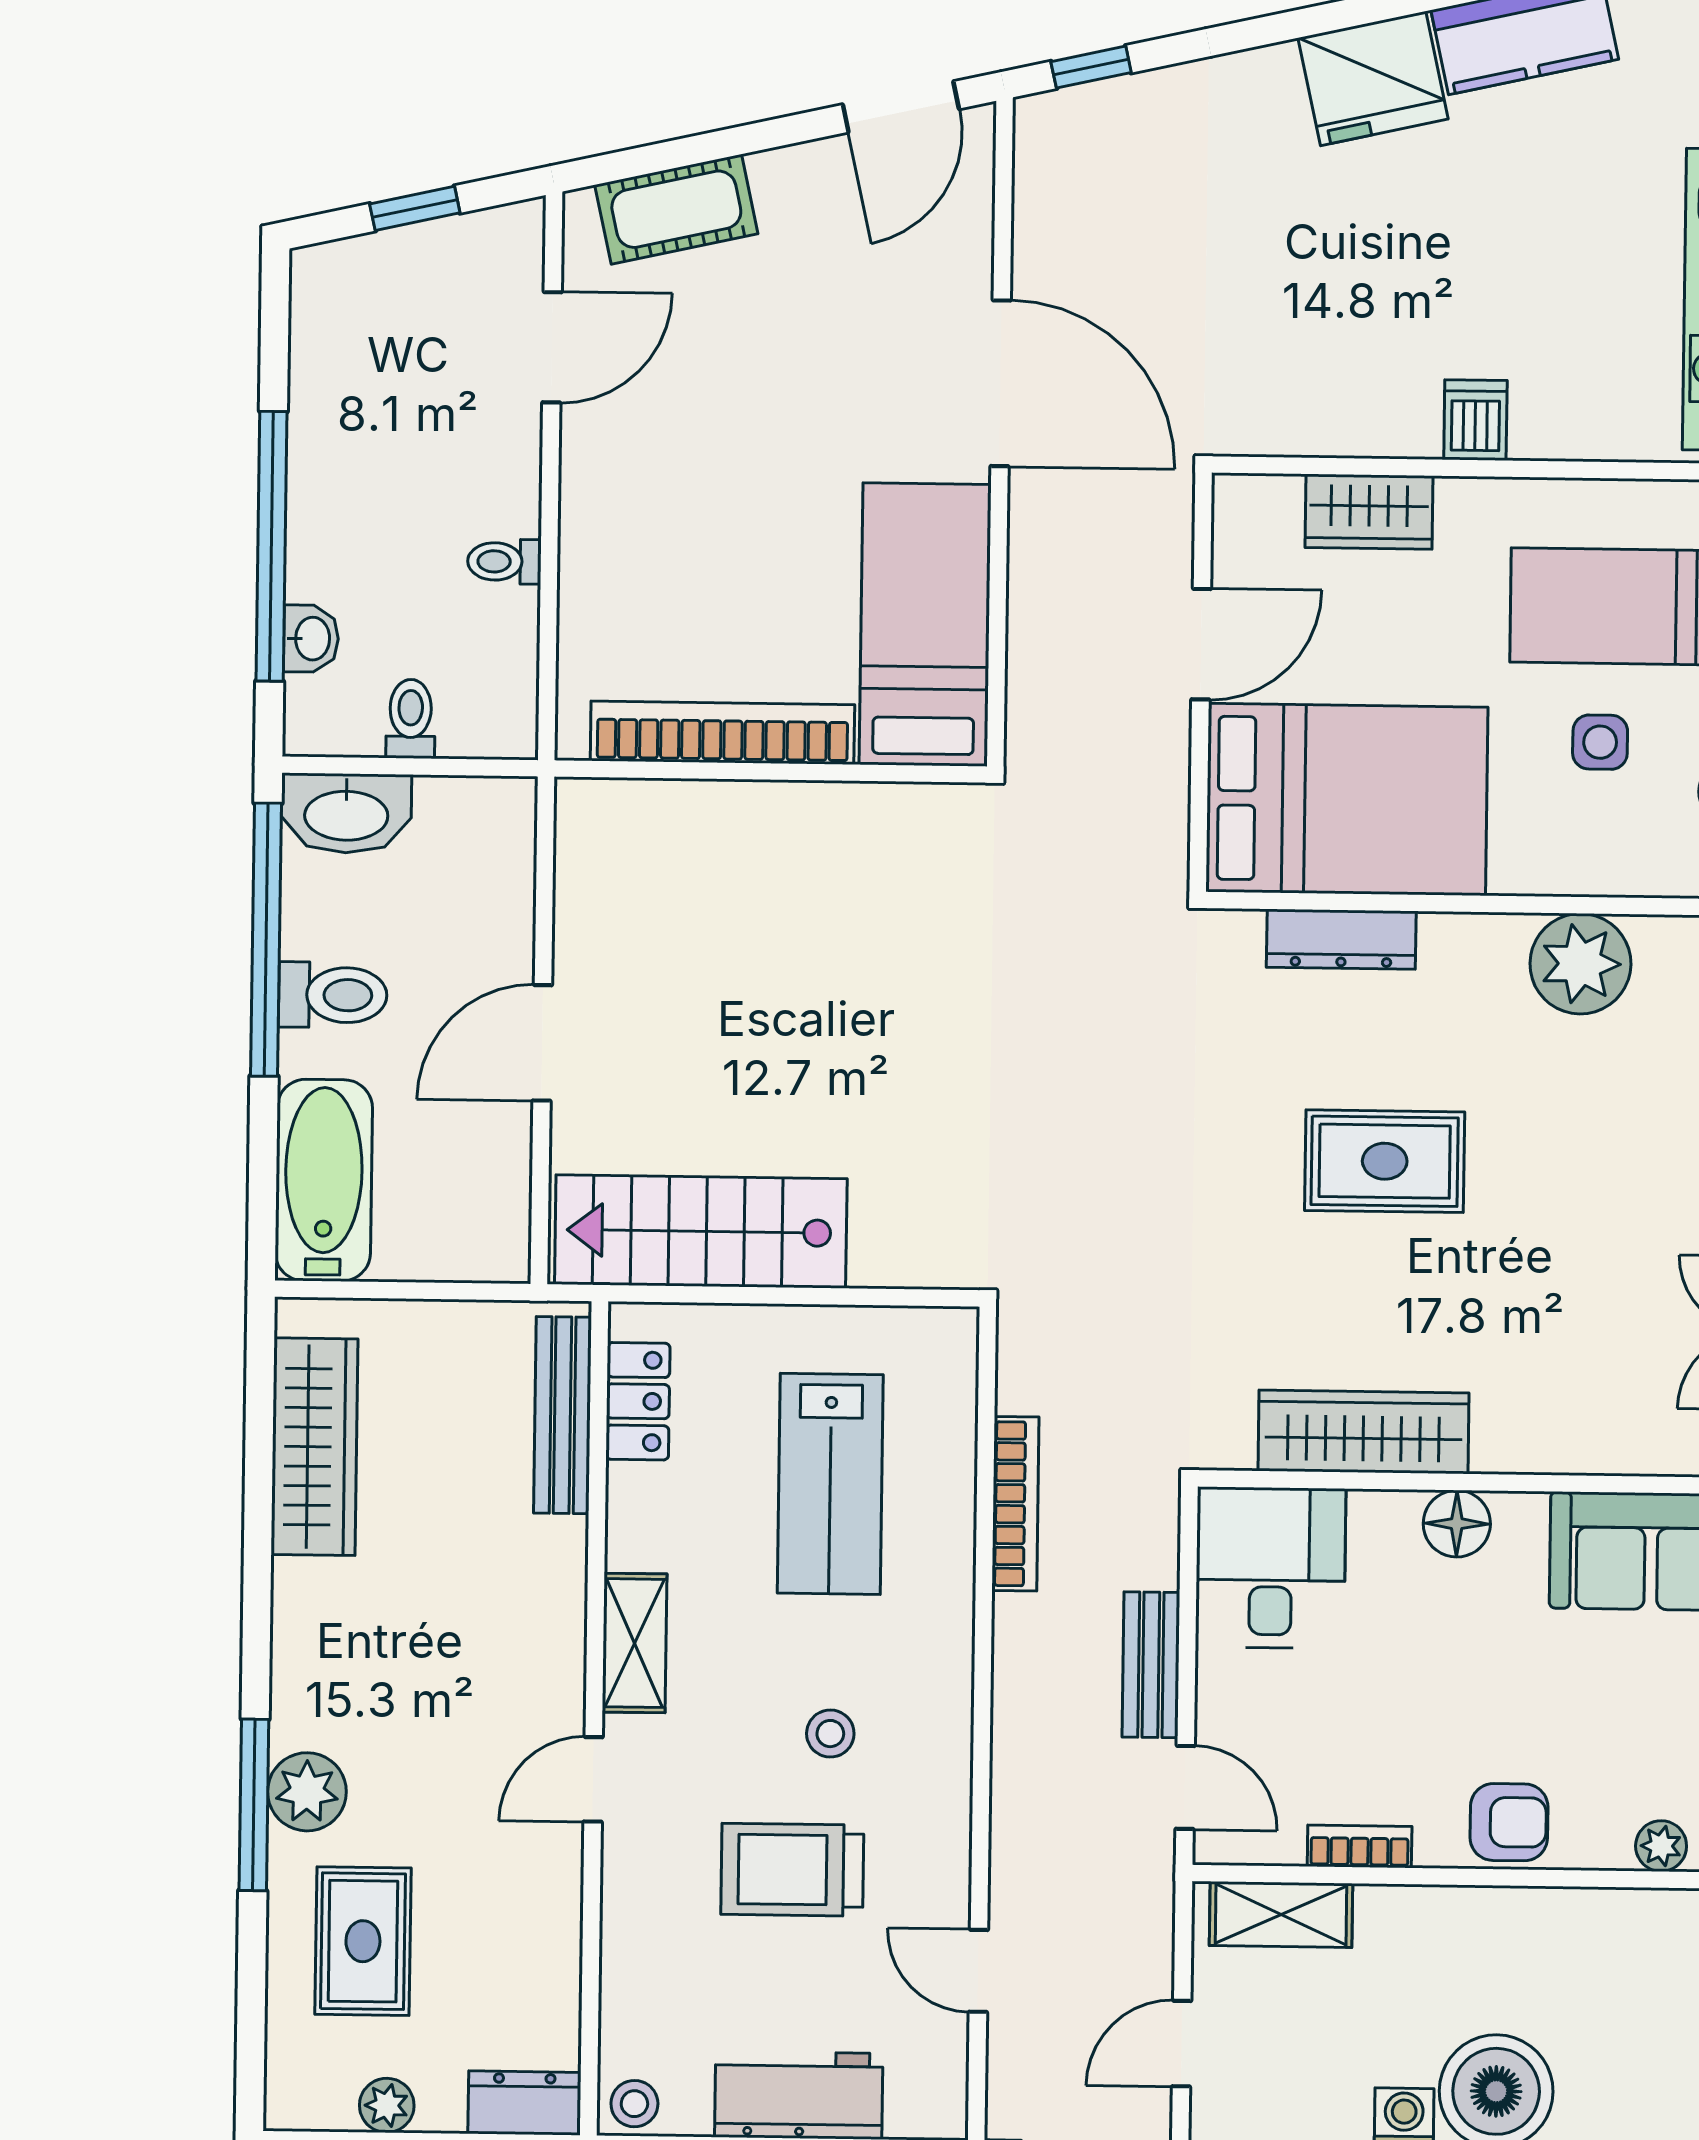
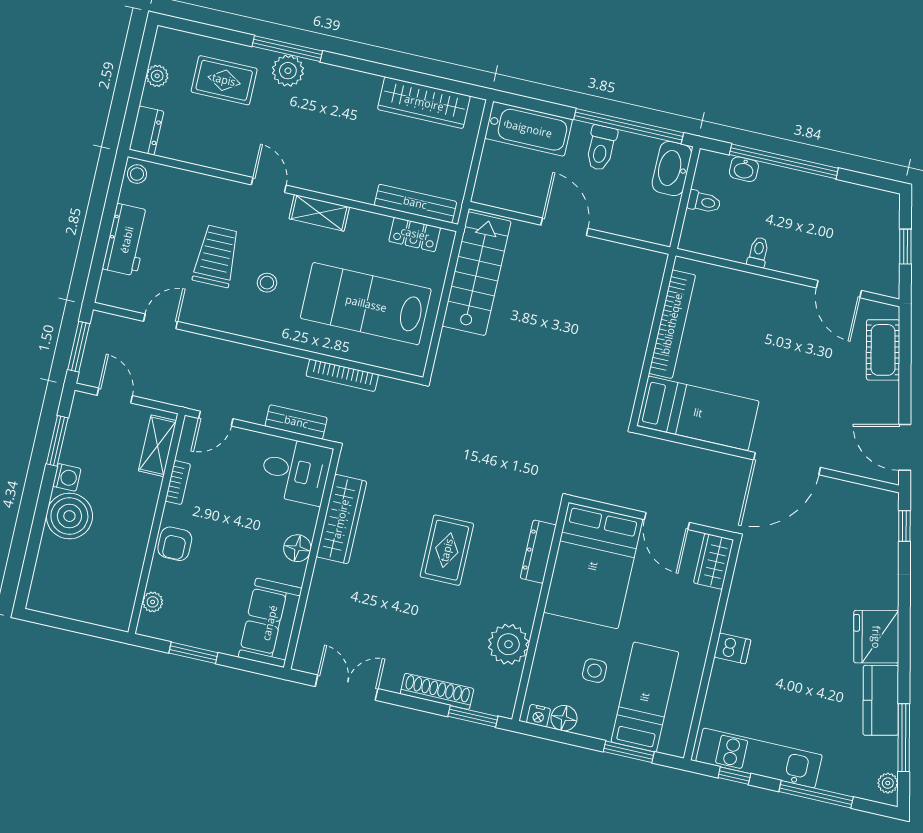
wardrobe: (1369, 512) -> (714, 561), moved
lab bench: (830, 1484) -> (366, 304), width x1.36, depth x1.39
bench: (1151, 1665) -> (296, 422), moved

